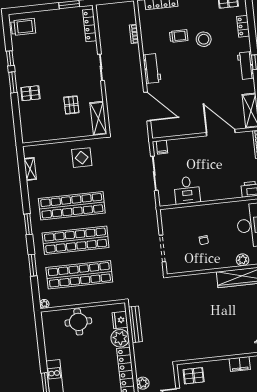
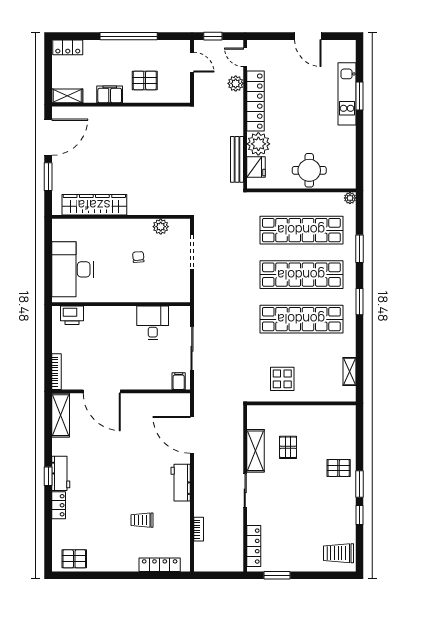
locker: (243, 26) -> (59, 505), moved
stool: (204, 39) -> (111, 513), removed
shelving: (98, 118) -> (256, 451), moved
plant: (243, 260) -> (161, 227), moved
pallet: (194, 376) -> (145, 80), moved

